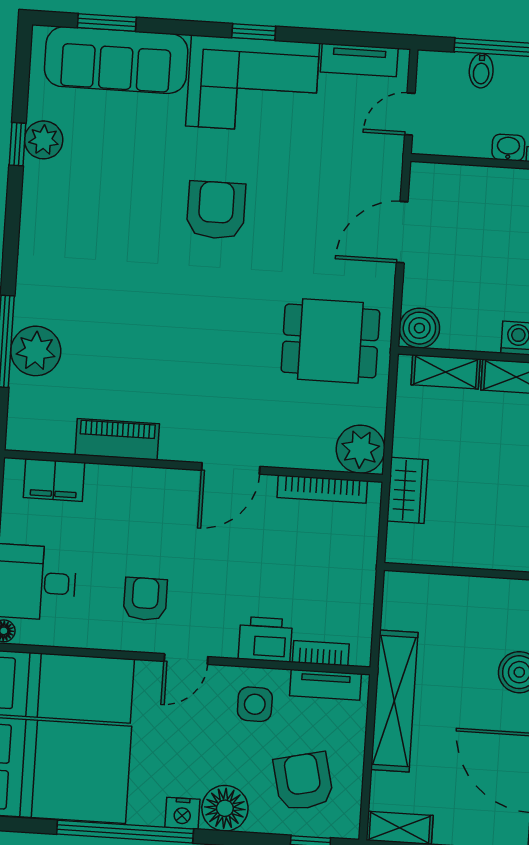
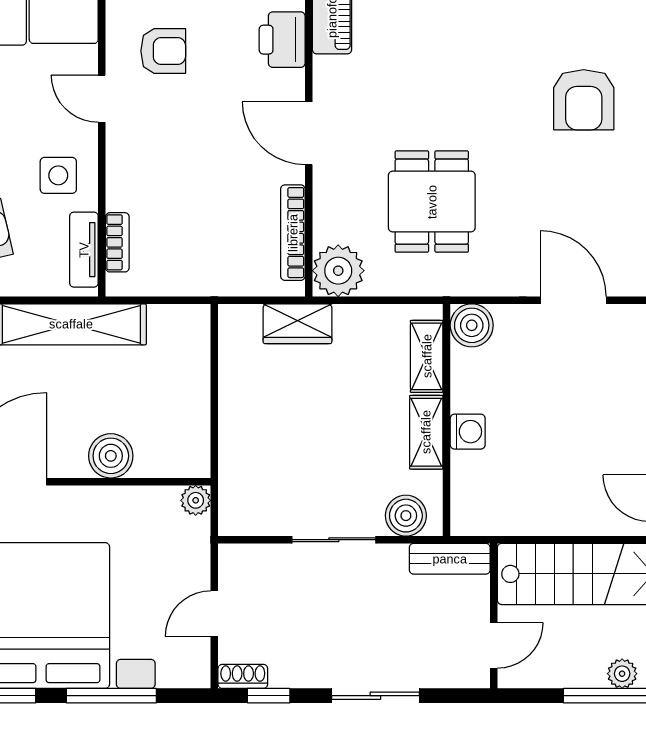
armchair: (216, 210) -> (584, 100), turned 90
dining table: (330, 341) -> (432, 202), moved
printer: (265, 639) -> (282, 40), moved, turned 180

